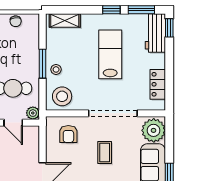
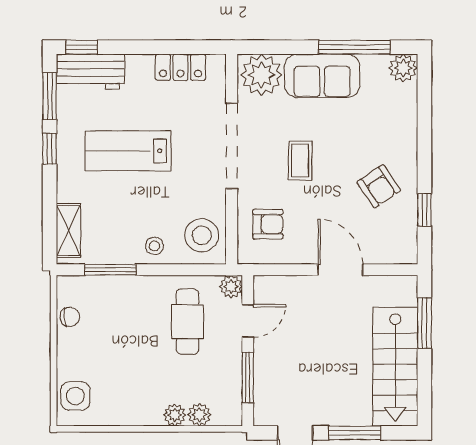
window: (42, 64) -> (110, 270), moved
coffee table: (105, 152) -> (300, 161), turned 90

